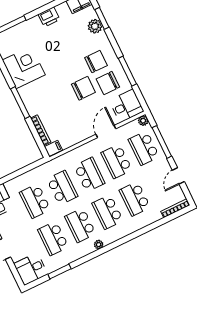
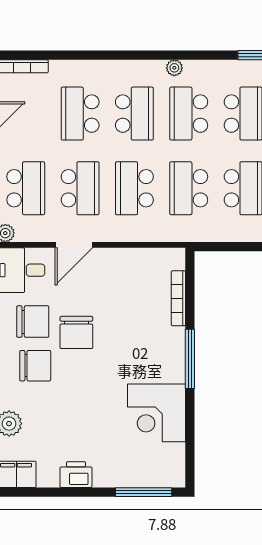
chair: (96, 62) -> (35, 366), turned 180
chair: (83, 88) -> (76, 332), turned -90
filing cabinet: (53, 148) -> (172, 259), removed
school desk: (135, 199) -> (80, 114), turned 180
school desk: (80, 225) -> (189, 114), turned 180

